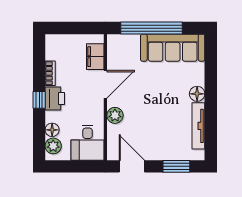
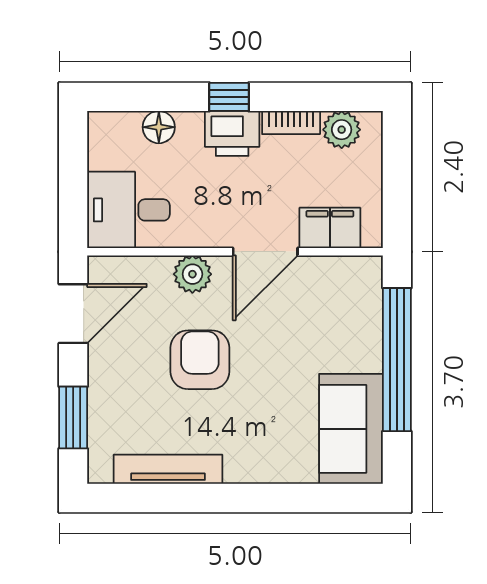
sofa: (173, 48) -> (351, 429), width x0.73
door: (105, 84) -> (265, 252), hinge flipped
floor lamp: (197, 94) -> (243, 466), removed
armchair: (152, 112) -> (200, 360), added
plant: (53, 146) -> (342, 130), moved

